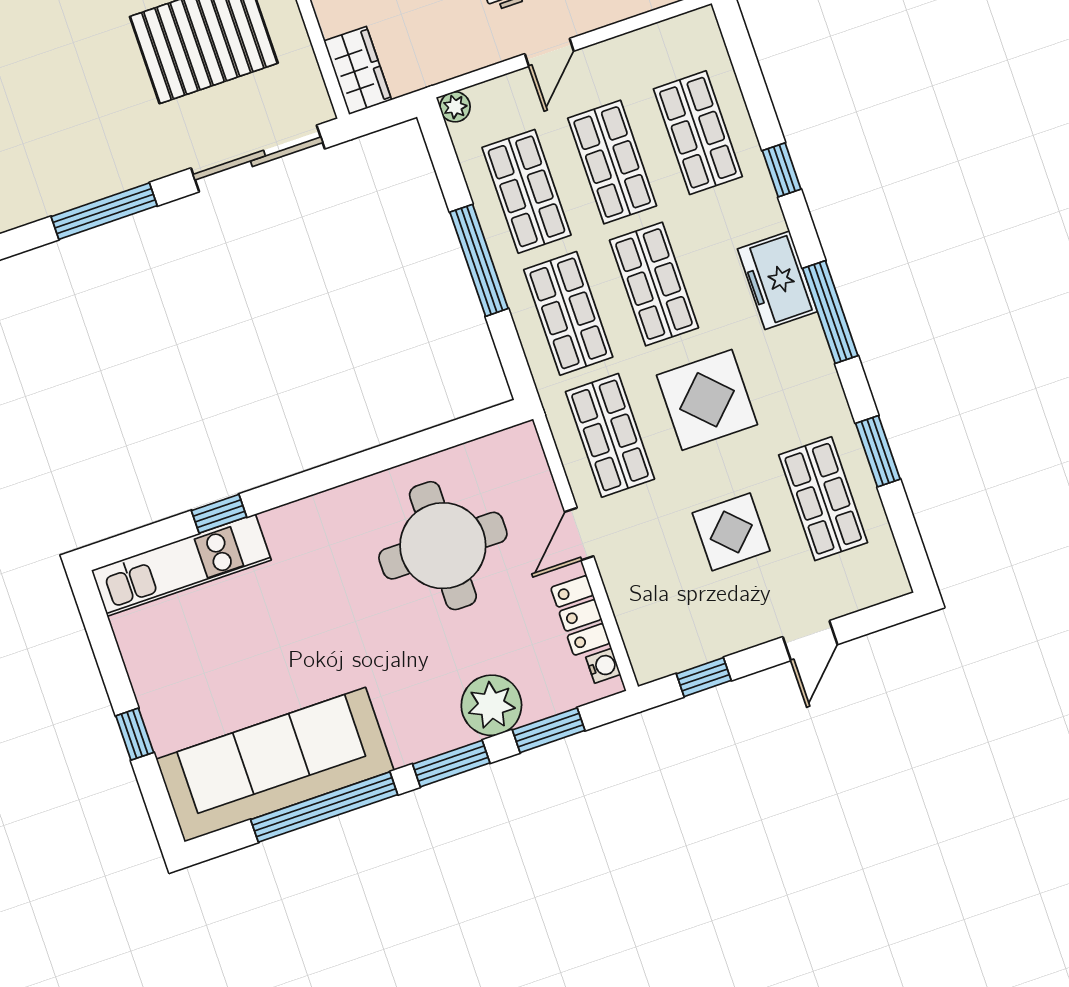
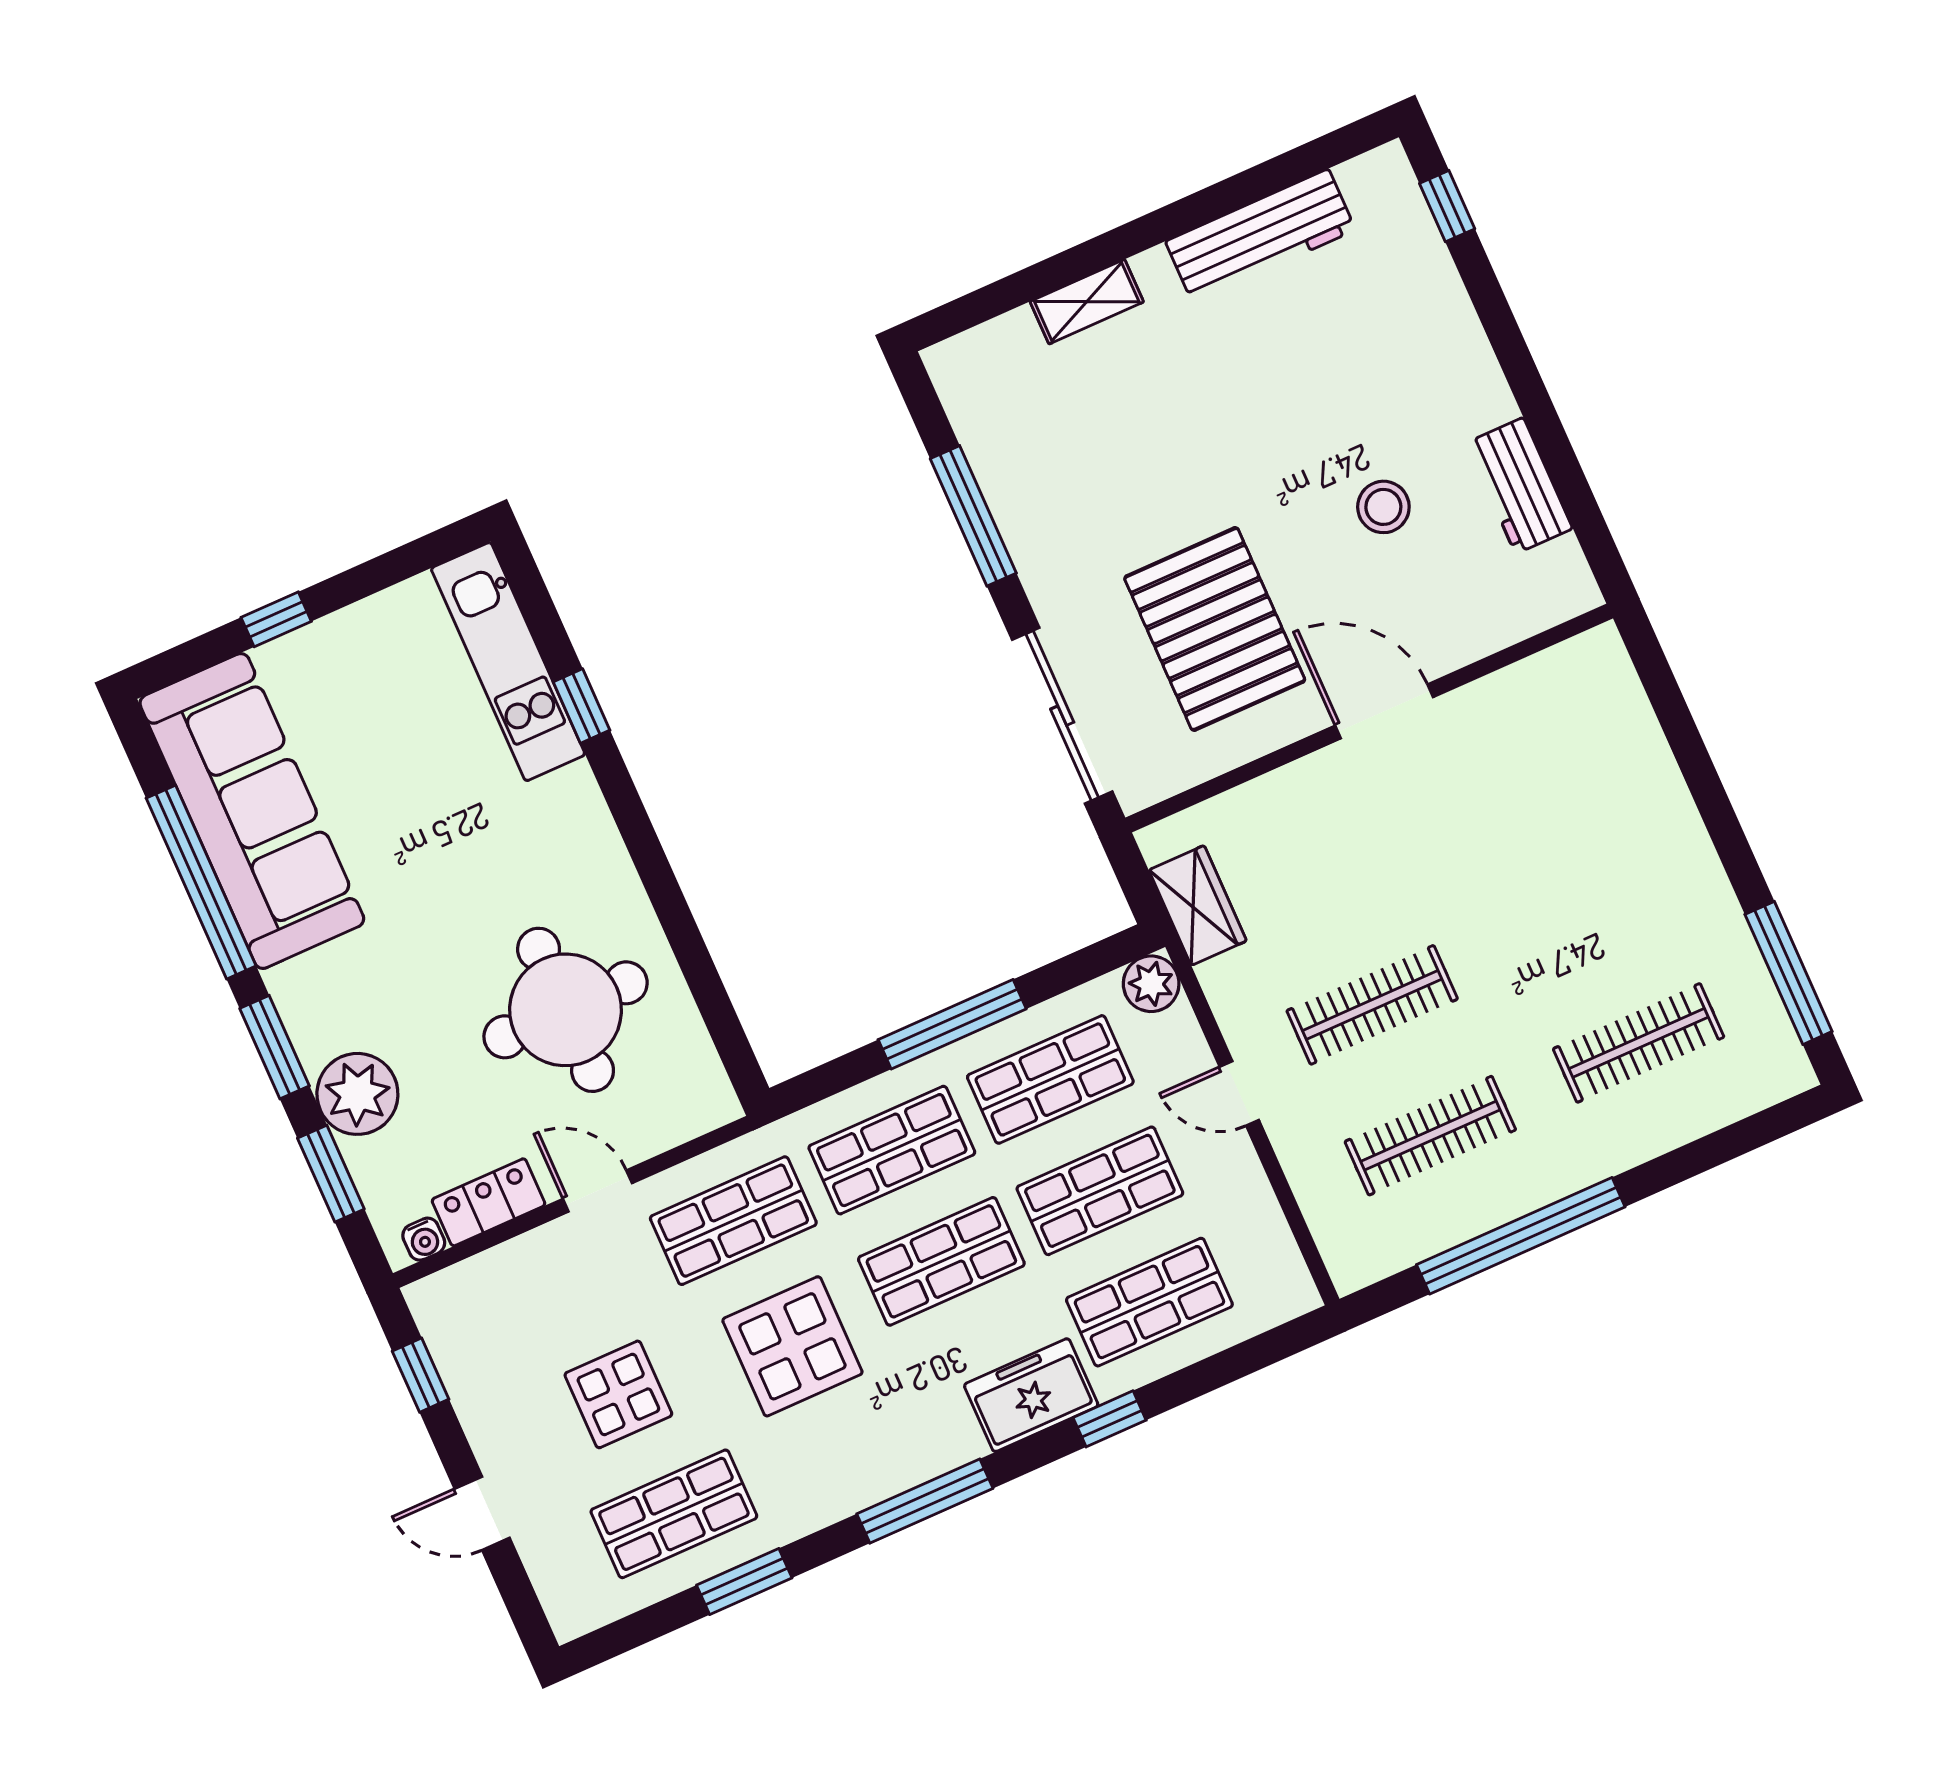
wardrobe: (358, 70) -> (1198, 905), moved, turned -90
plant: (455, 107) -> (1151, 984), width x1.38, depth x1.38
freezer: (777, 280) -> (1031, 1395), moved

